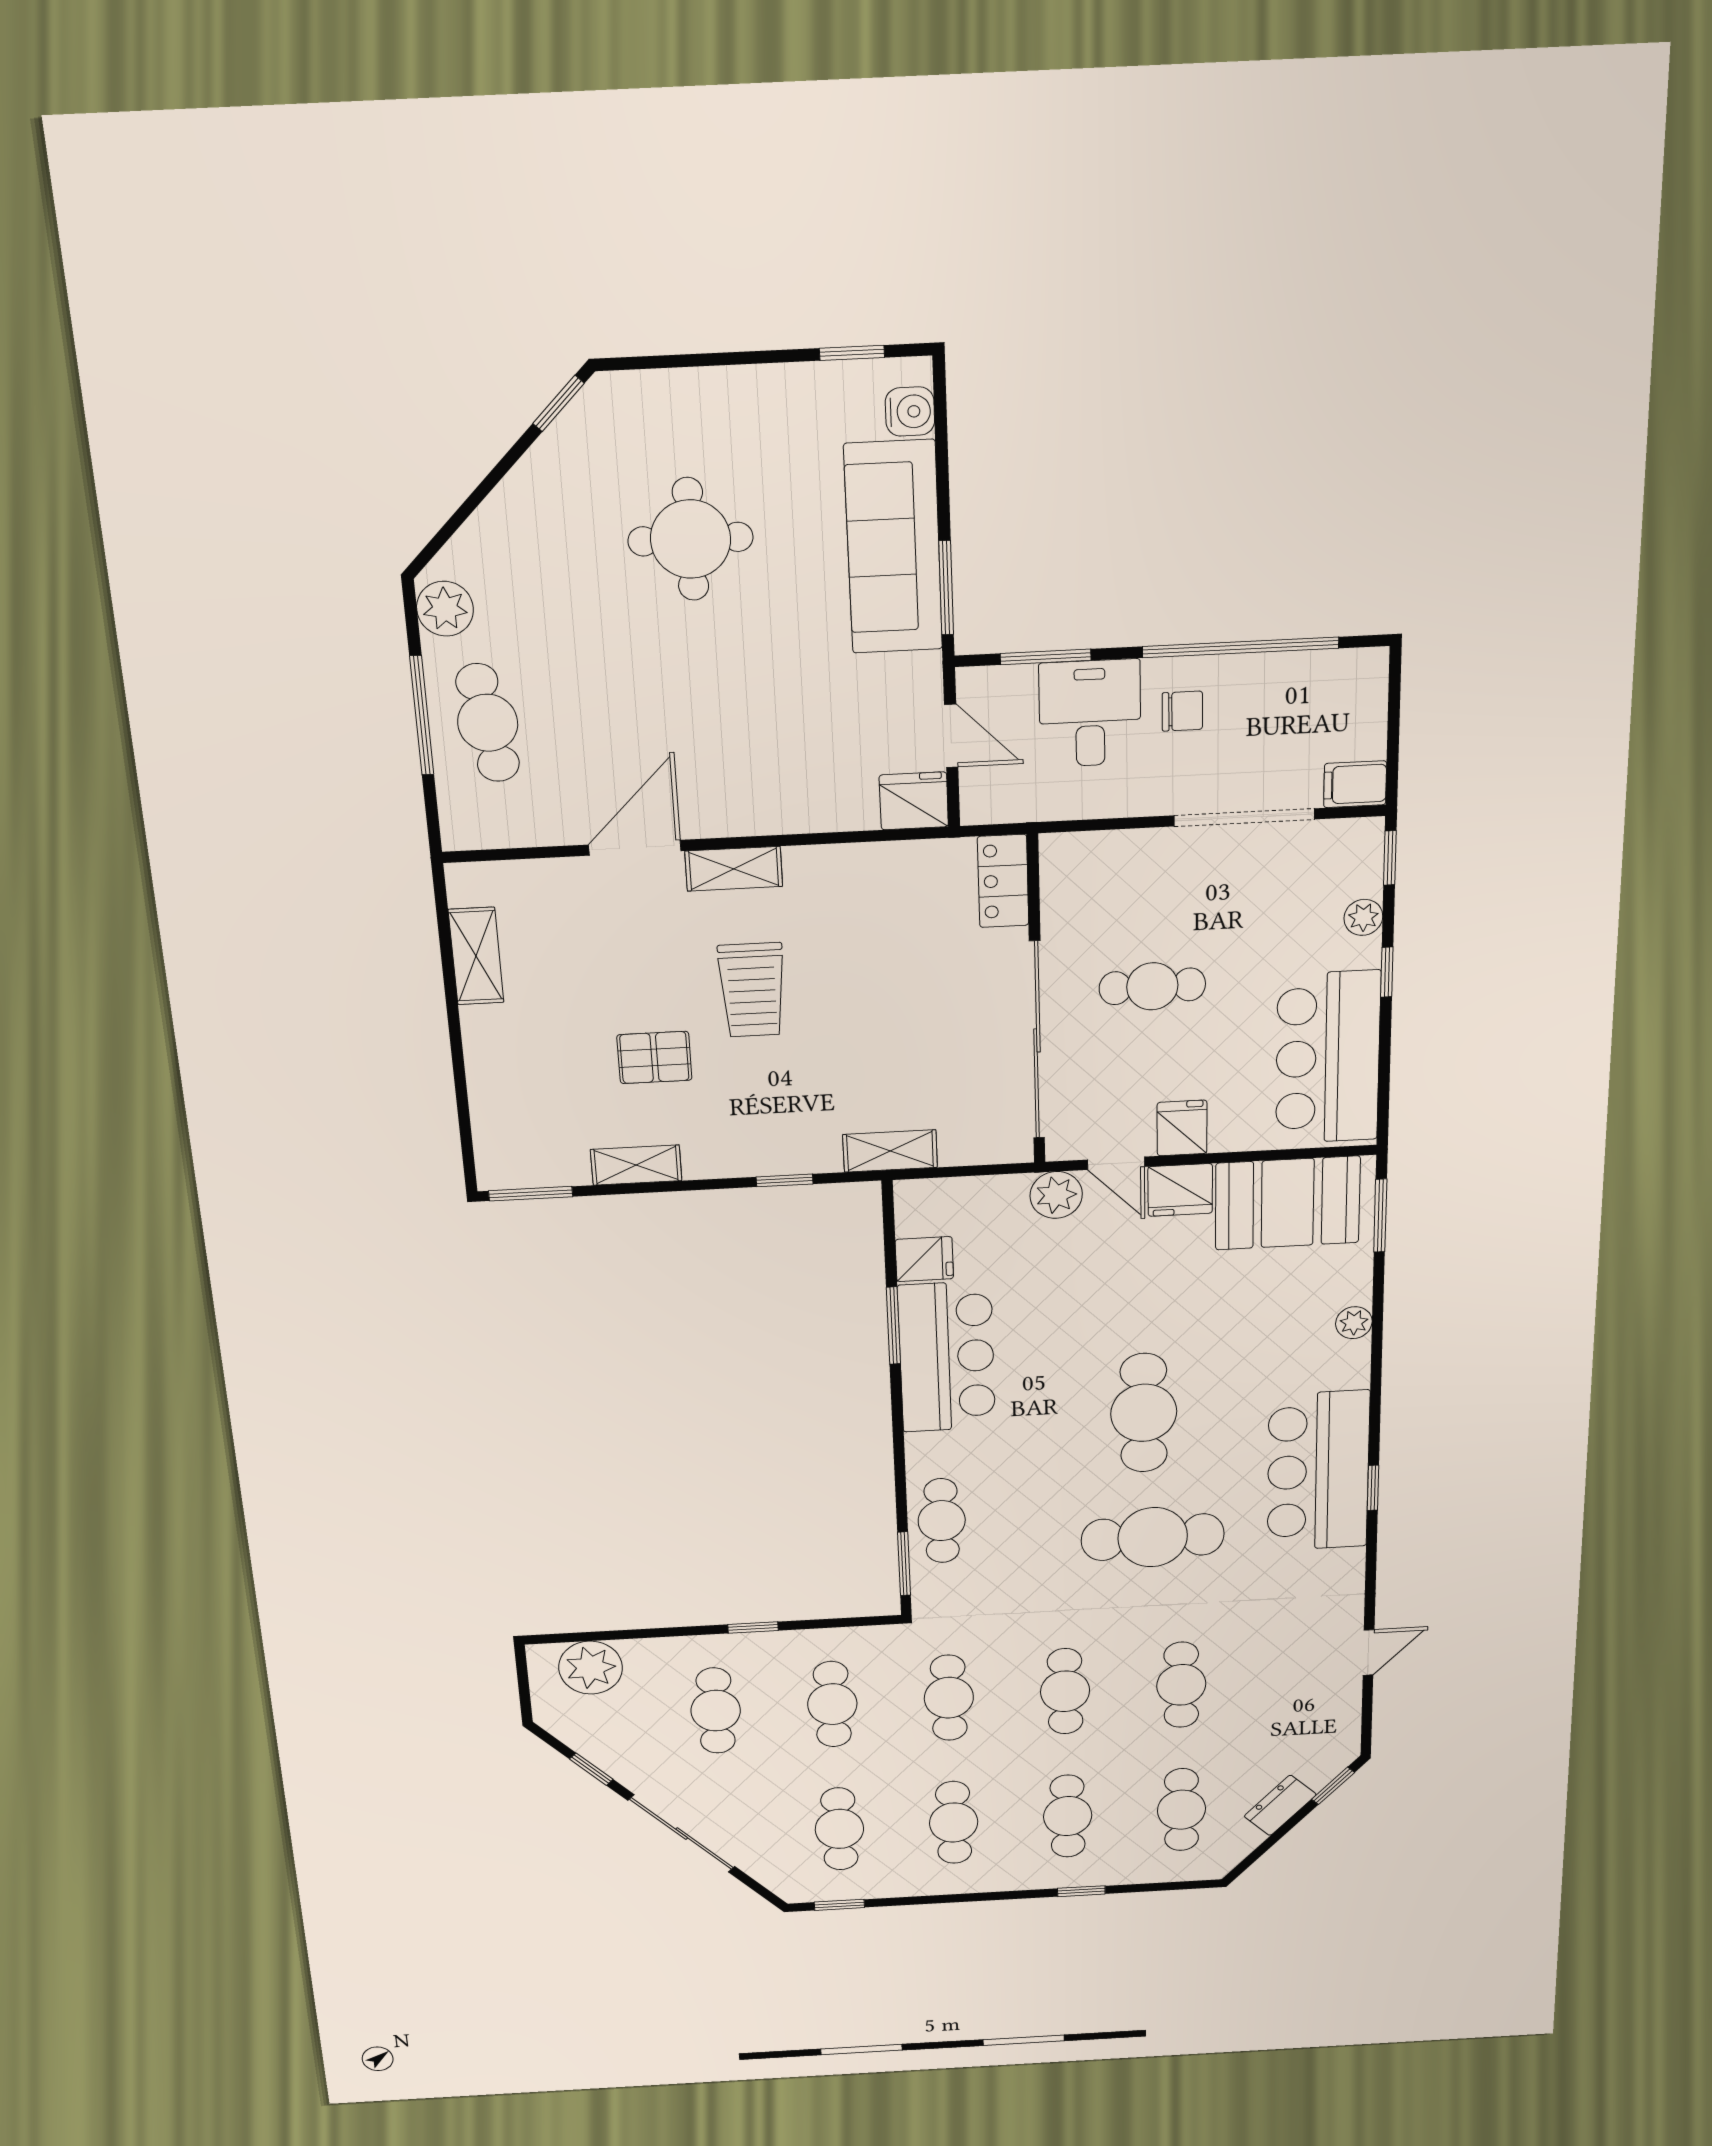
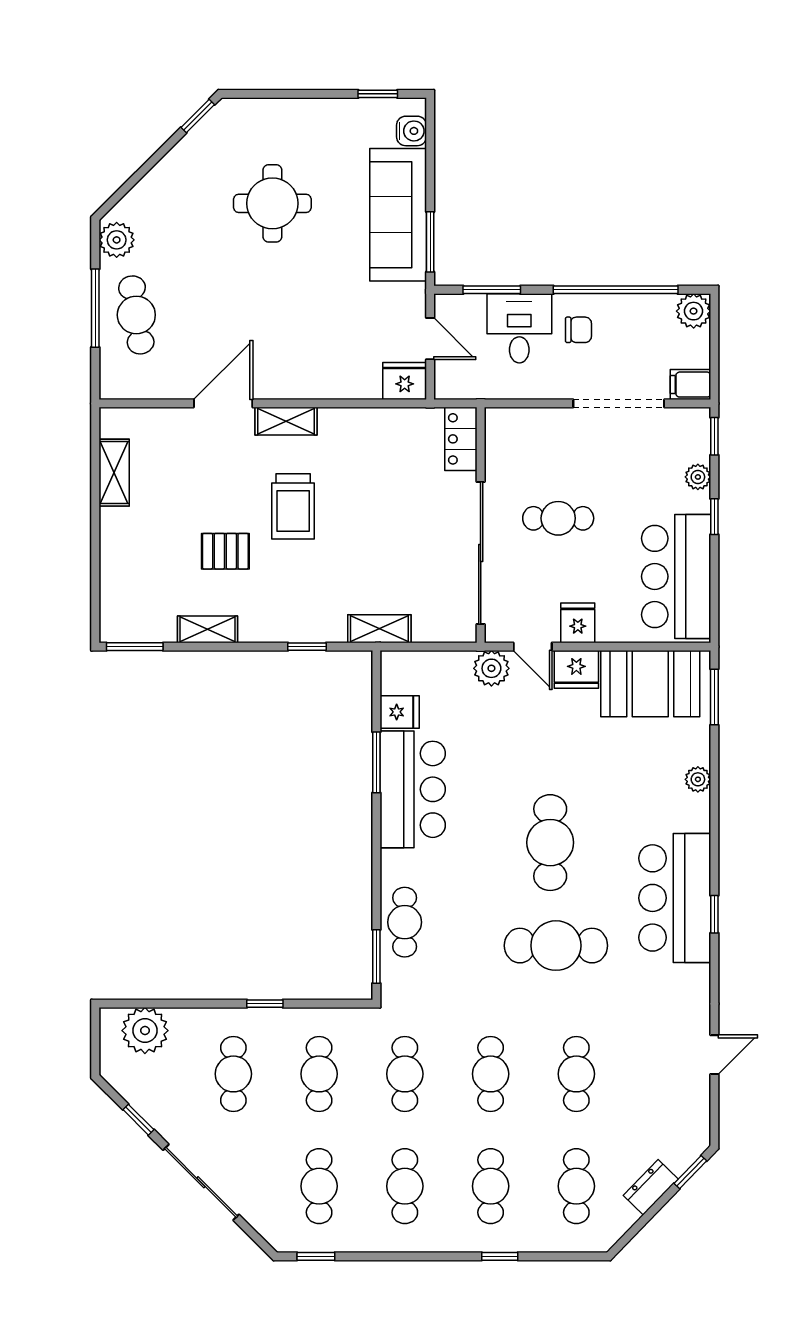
plant: (1362, 674) -> (694, 311), added

